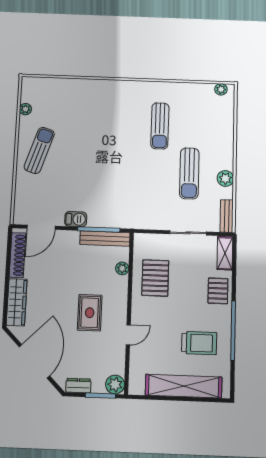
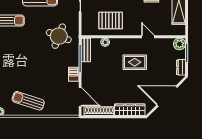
round table: (134, 199) -> (59, 36), added
bench: (105, 239) -> (86, 50), width x0.73

